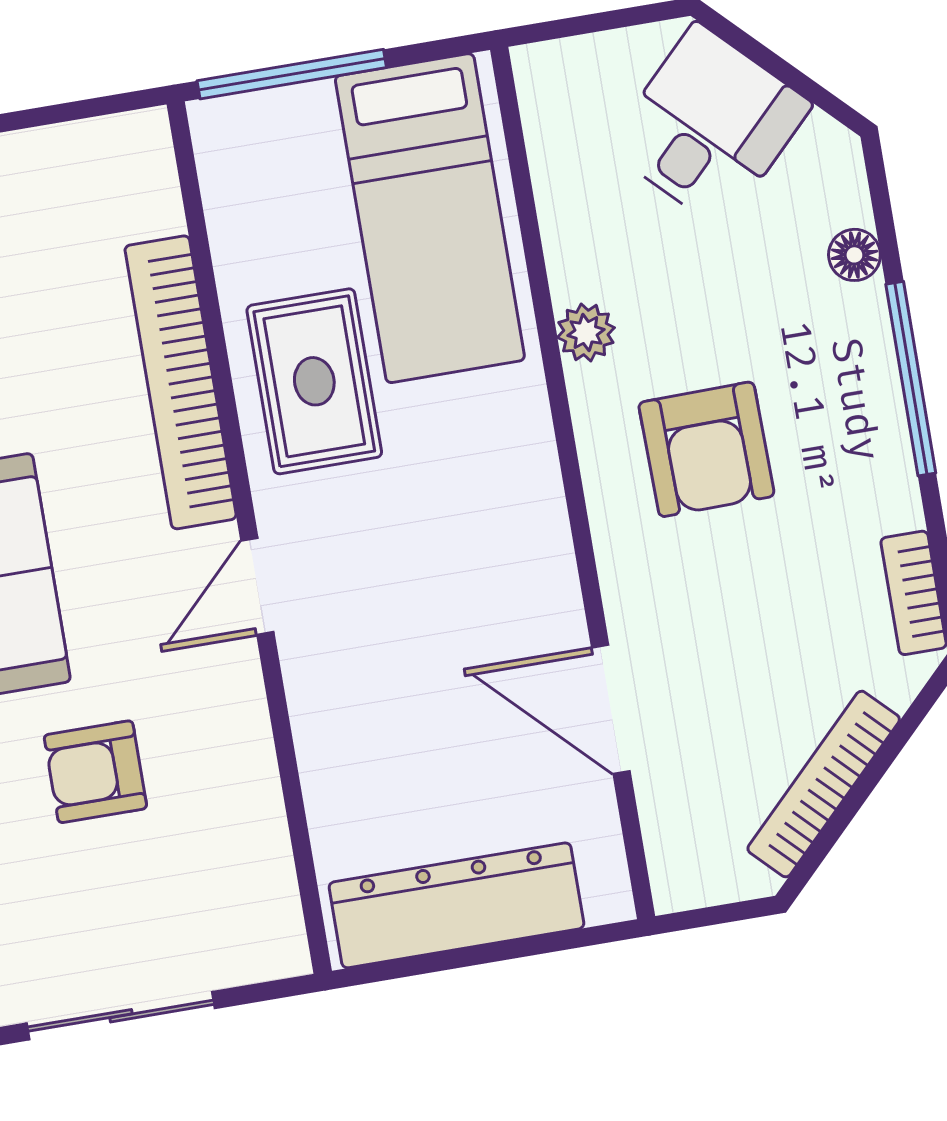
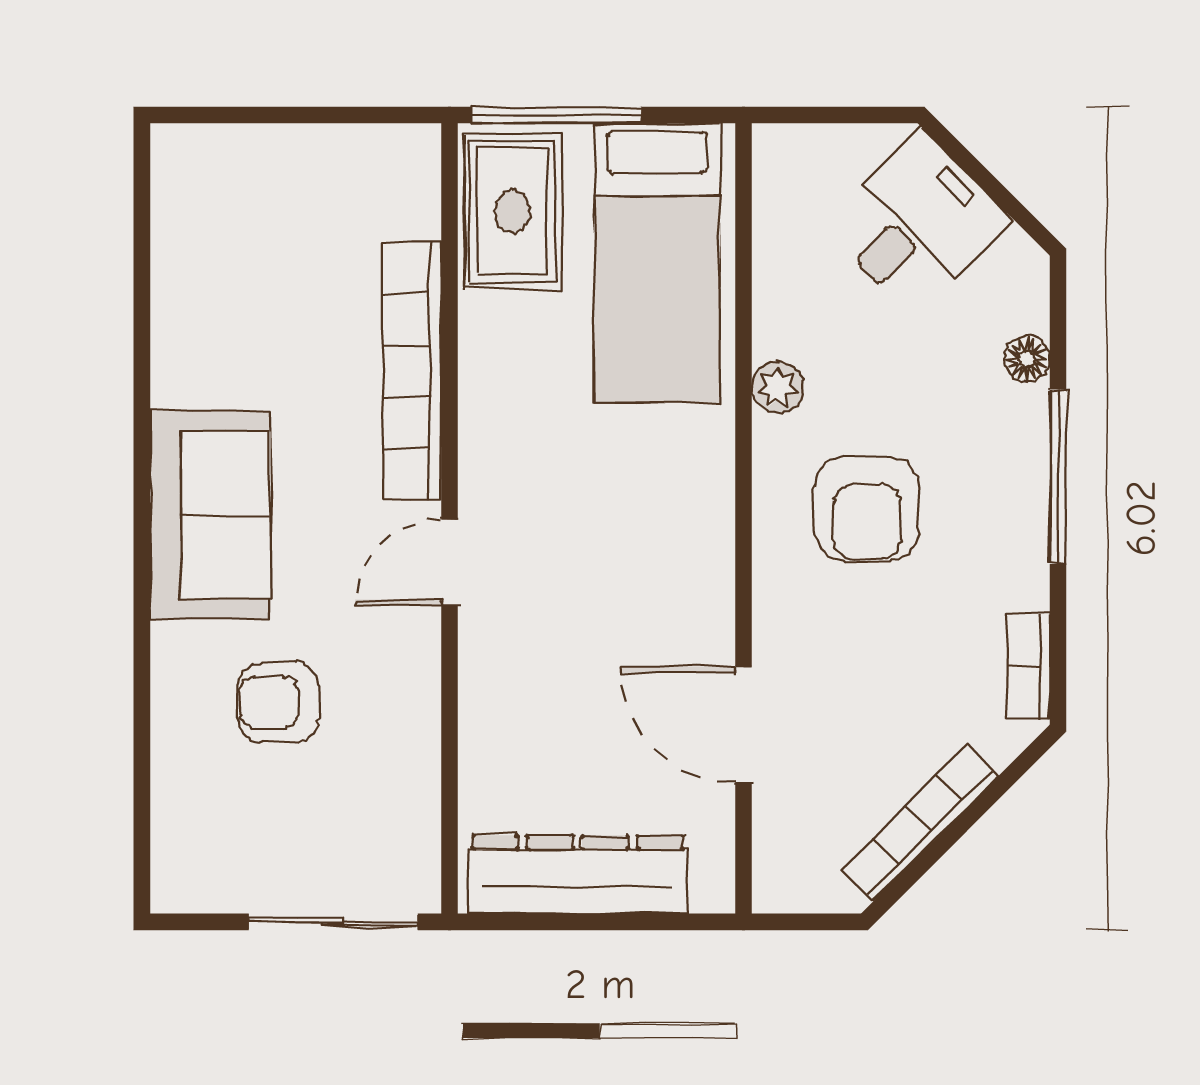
rug: (314, 381) -> (513, 211), moved
sliding door: (121, 1016) -> (333, 922), moved

